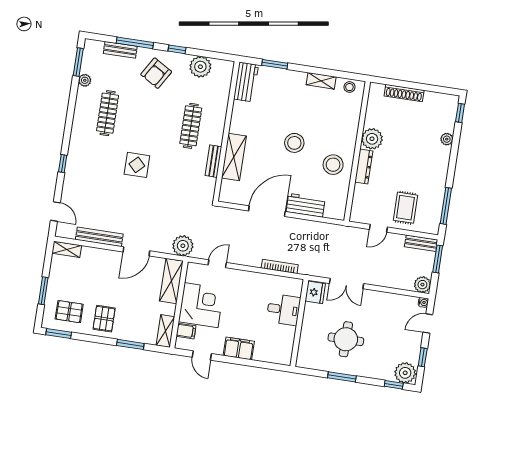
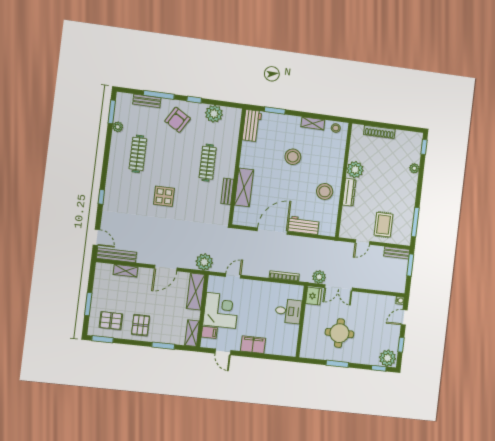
stool: (294, 143) -> (293, 157), moved
bench: (99, 237) -> (117, 255), moved
shelving: (67, 249) -> (125, 271), moved
plant: (422, 285) -> (319, 277), moved

